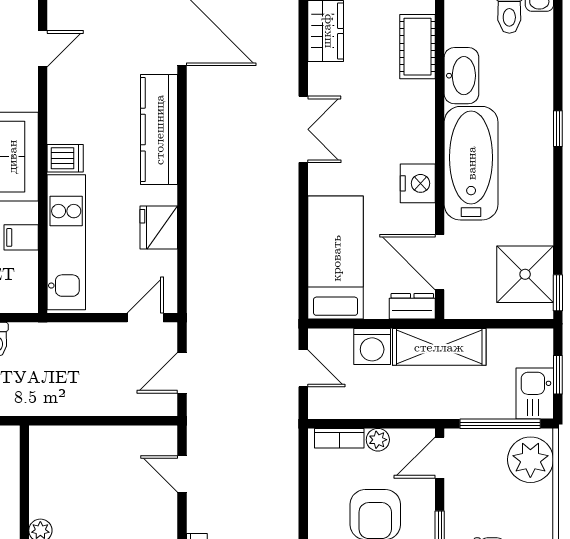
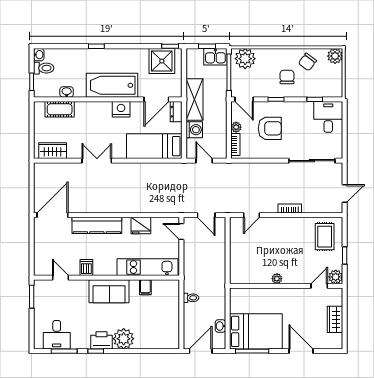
washbasin: (461, 76) -> (67, 92), width x0.52, depth x0.69
dishwasher: (65, 158) -> (86, 268), moved
door: (303, 368) -> (204, 161), hinge flipped

